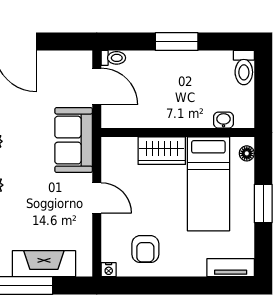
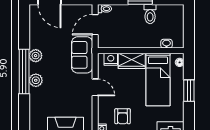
toilet: (244, 68) -> (150, 14), moved
door: (97, 86) -> (95, 25), swing flipped
nightstand: (124, 148) -> (111, 59), added

